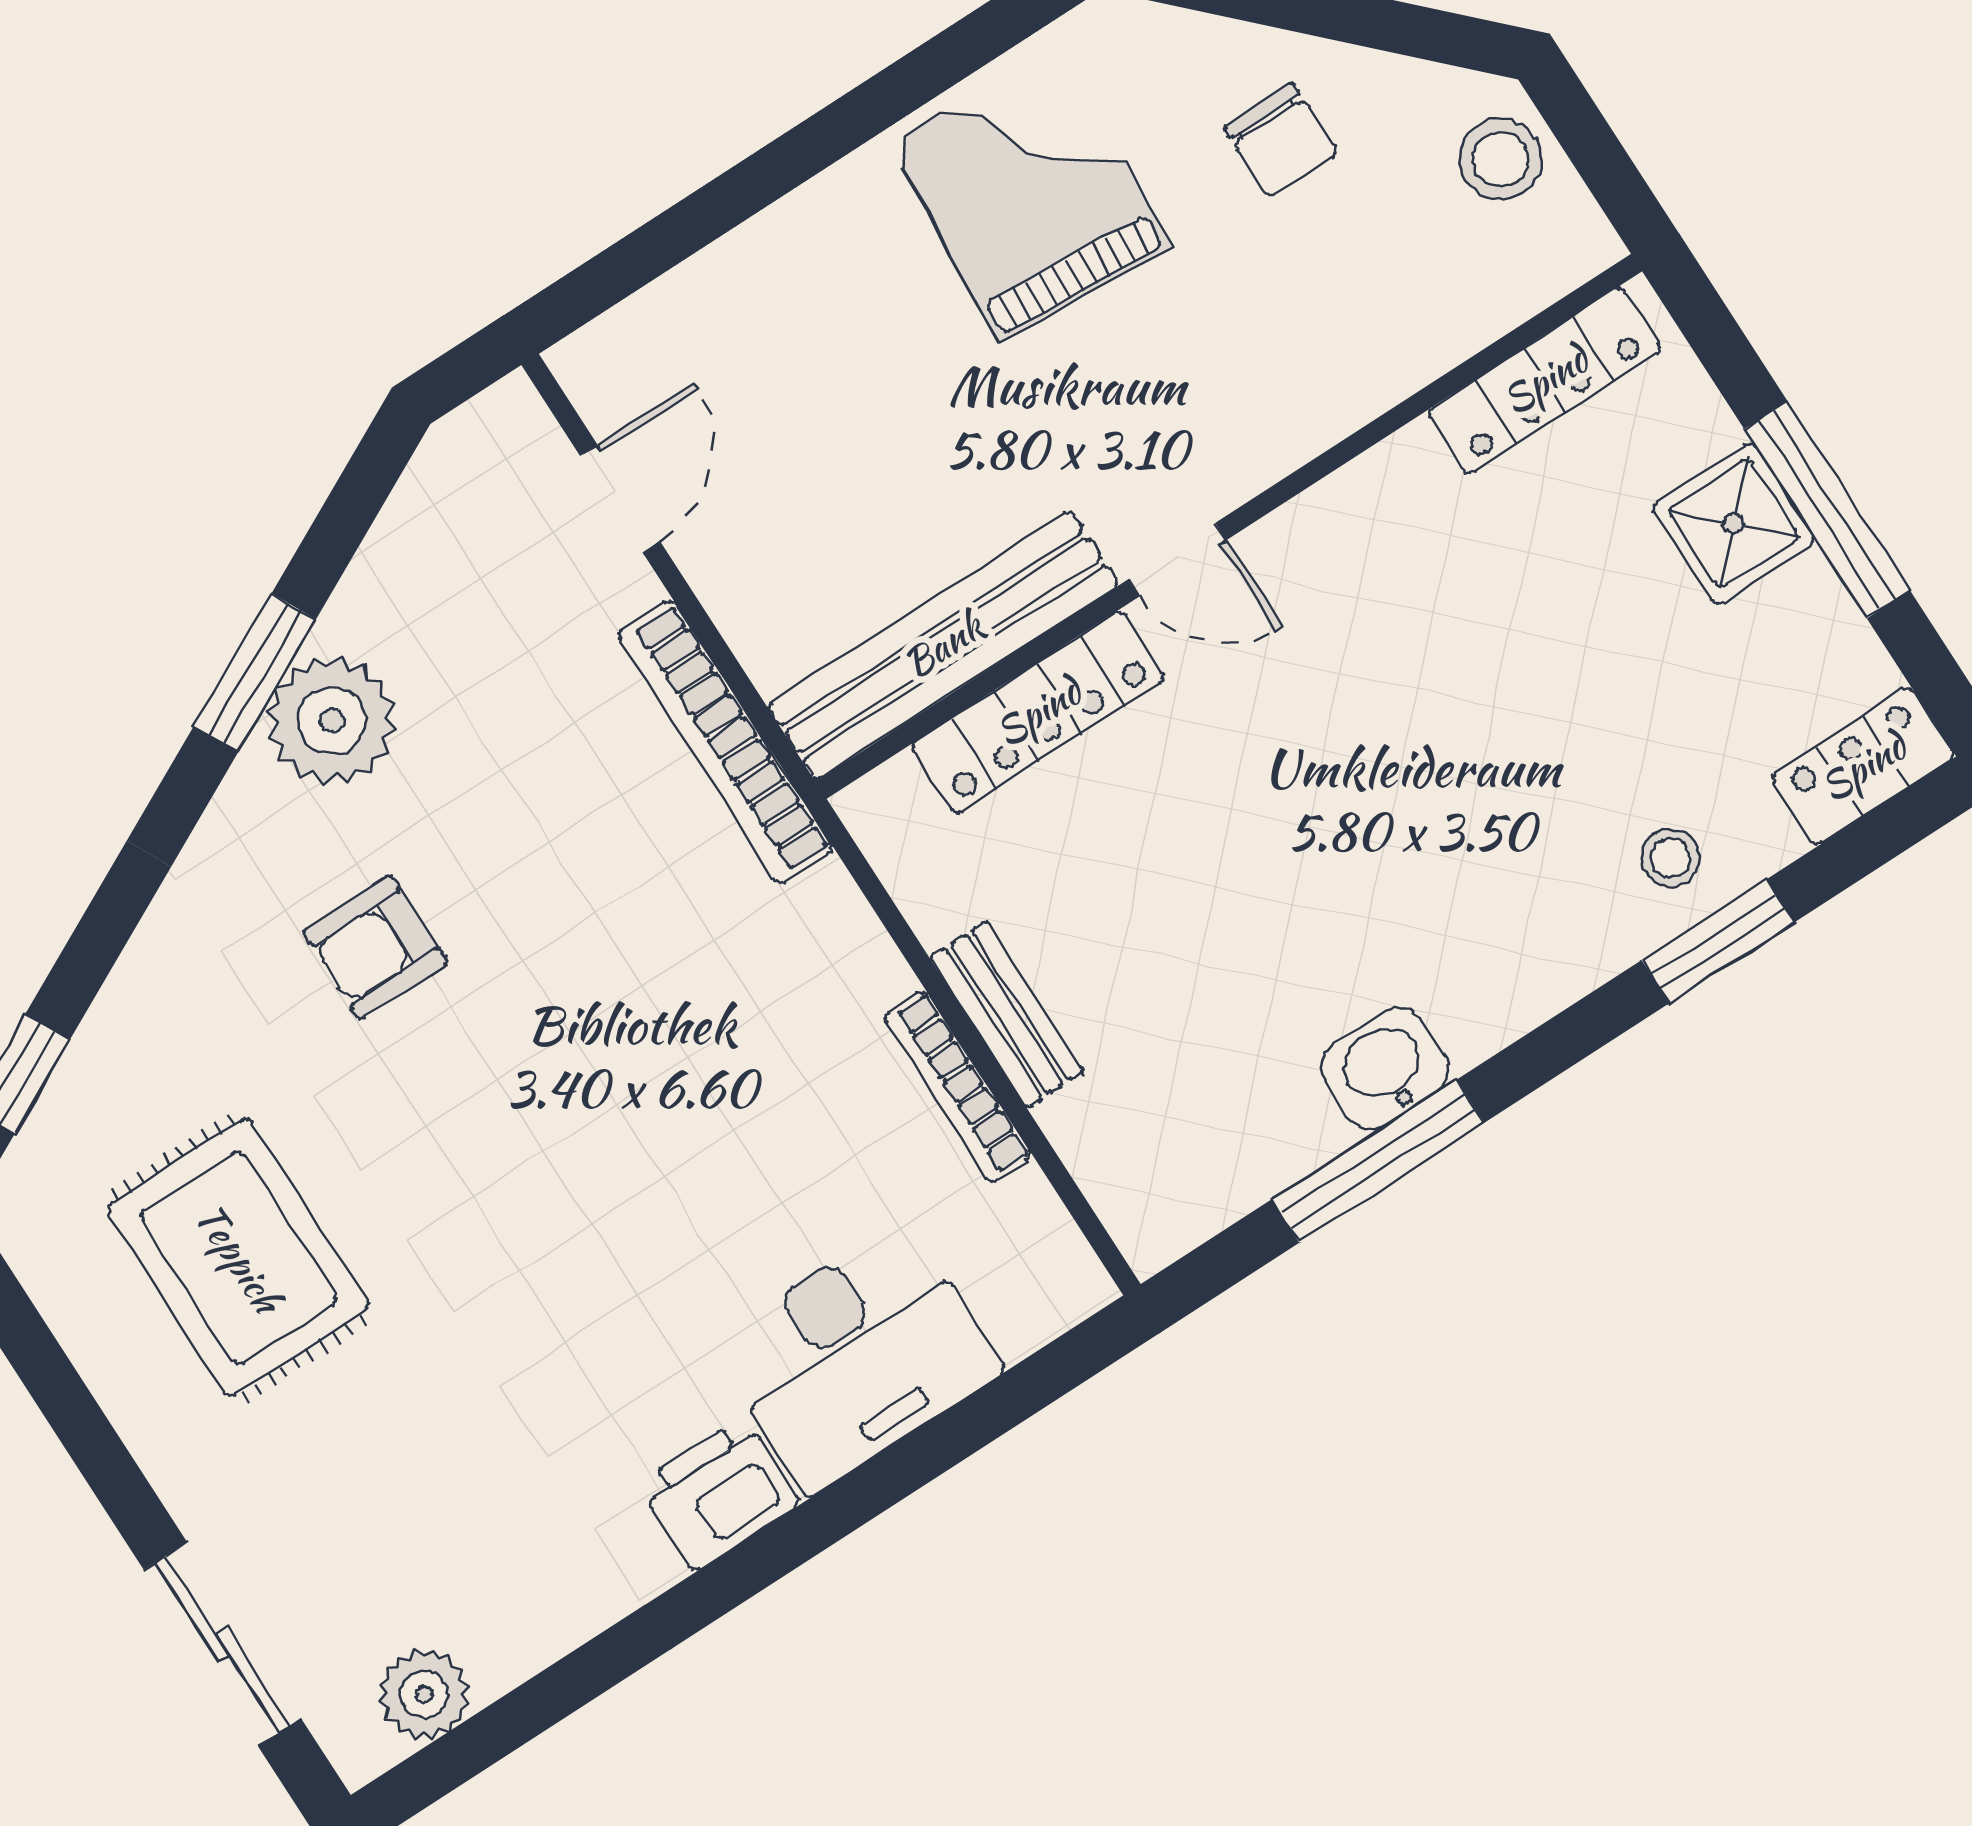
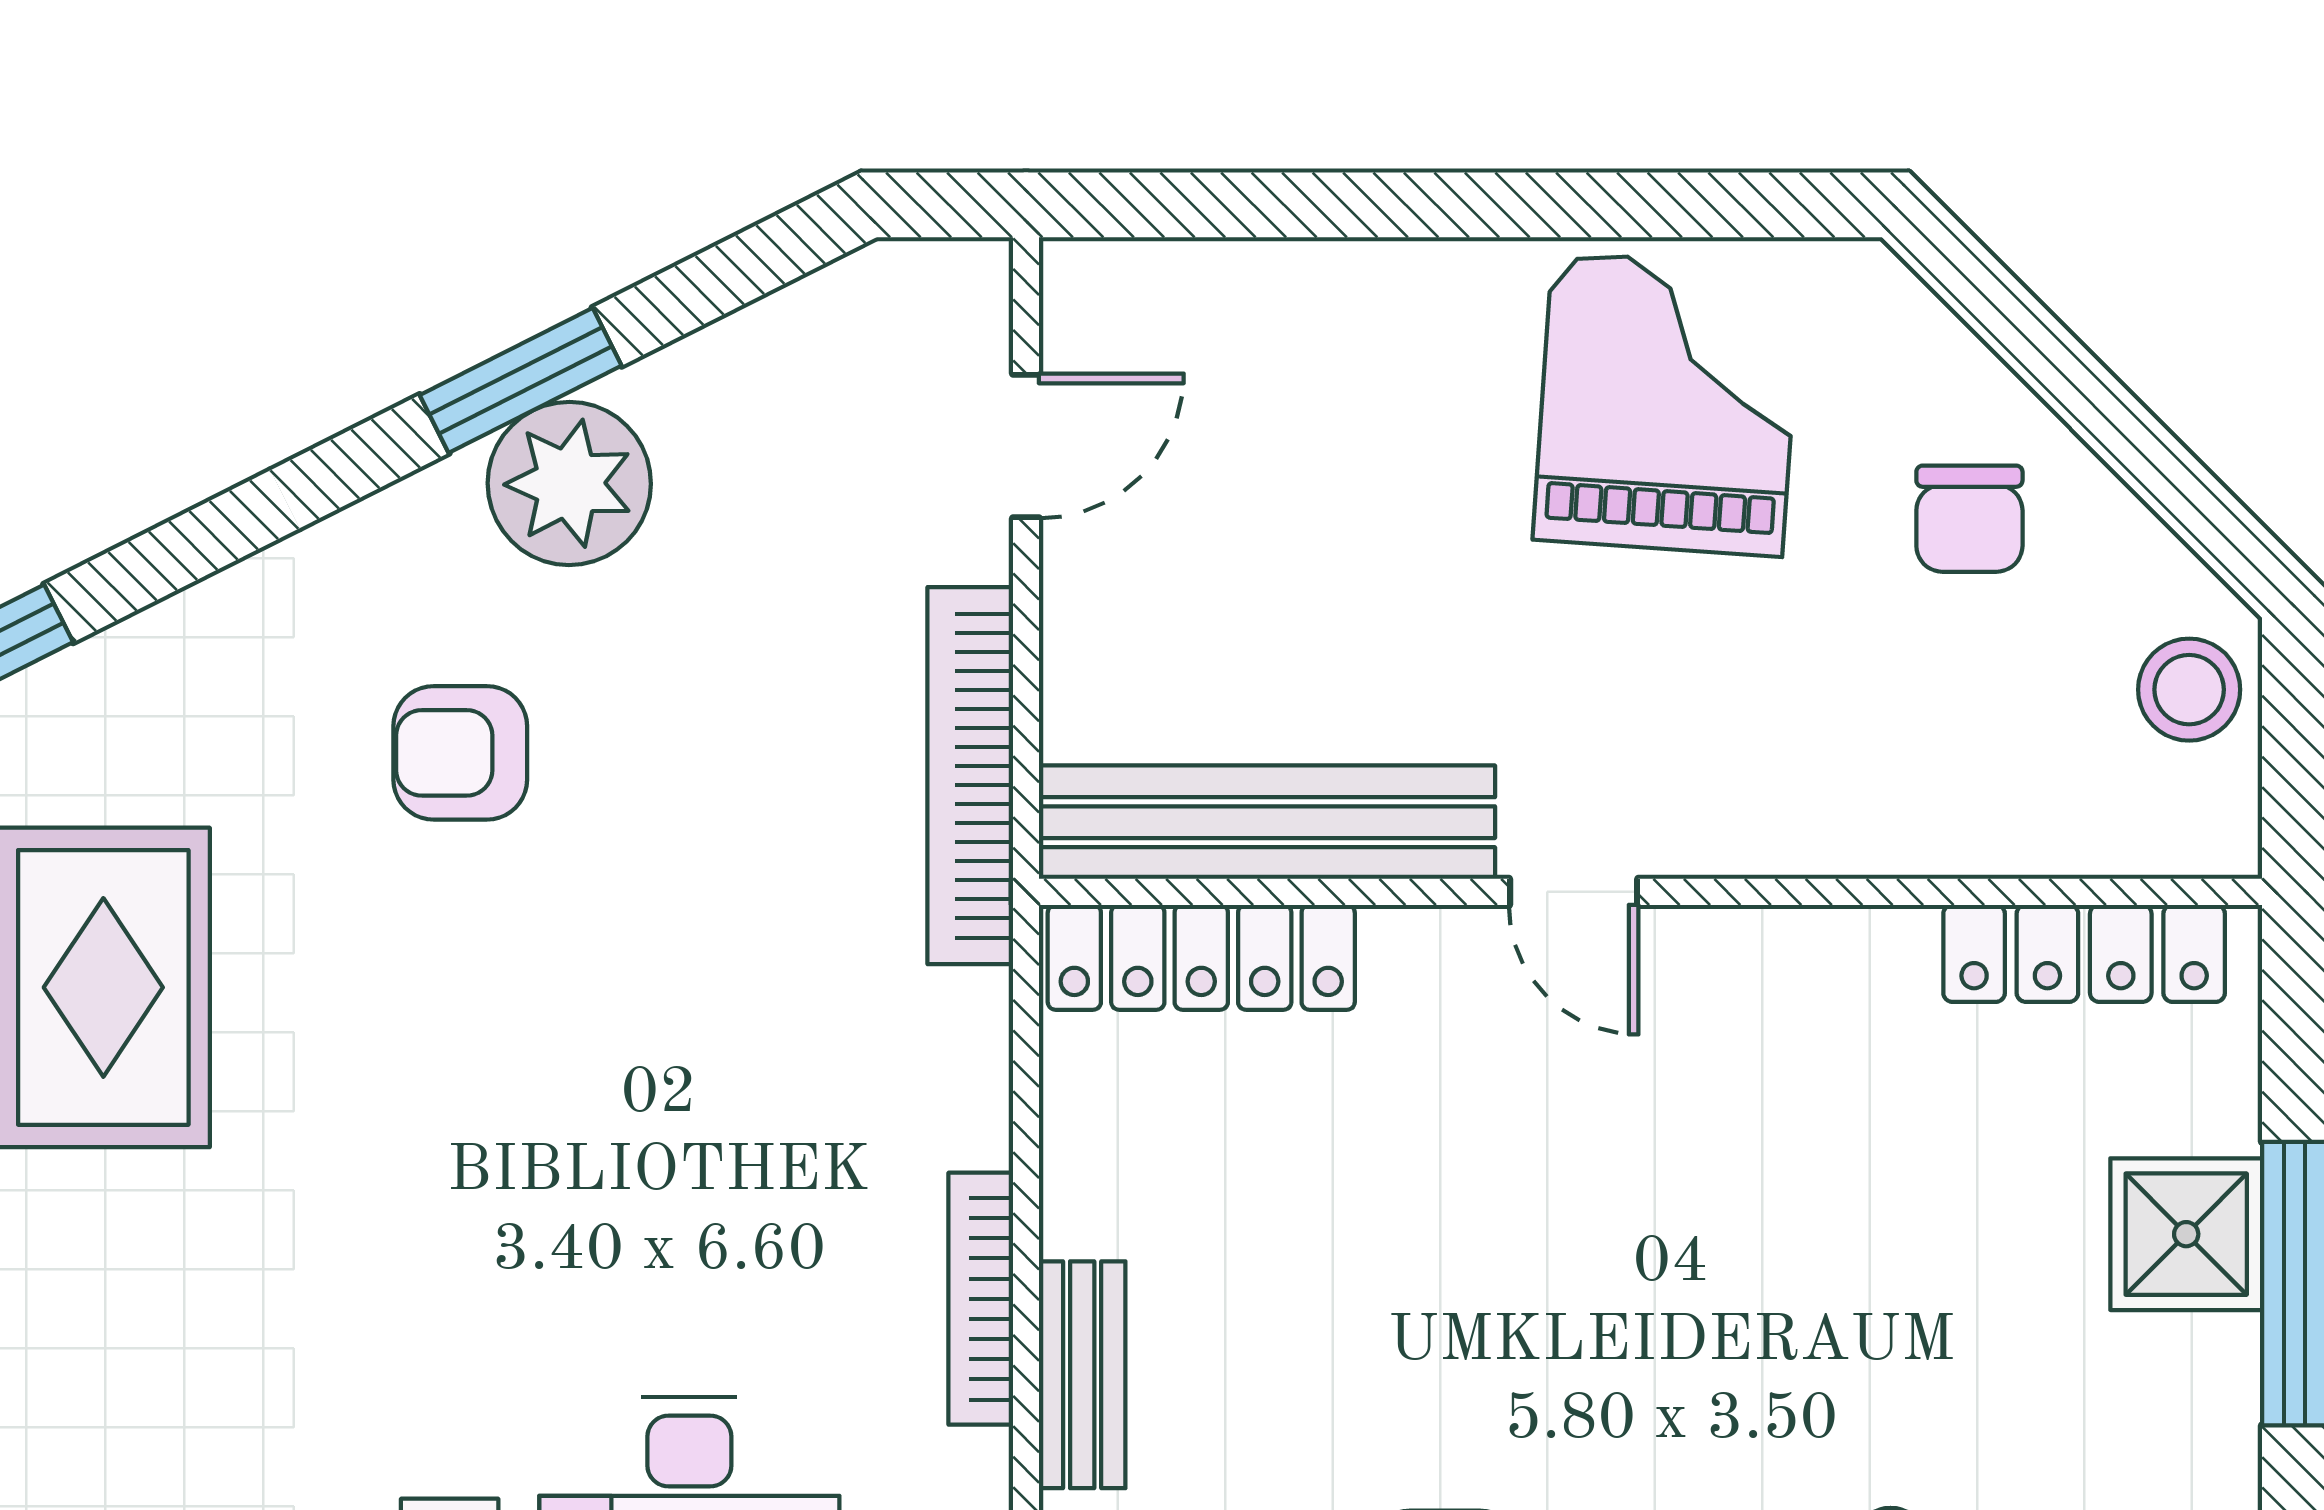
locker: (1038, 712) -> (1201, 957), moved
bench: (1007, 1014) -> (1082, 1375), moved

